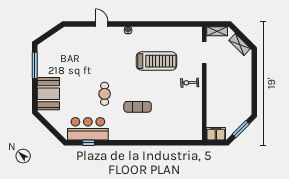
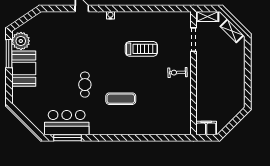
plant: (46, 54) -> (21, 41), added
treadmill: (156, 61) -> (141, 49), width x0.73, depth x0.73
booth: (48, 94) -> (24, 69), moved
window: (241, 129) -> (233, 123), removed
window: (89, 143) -> (68, 138), width x2.17

